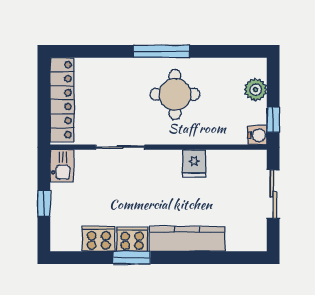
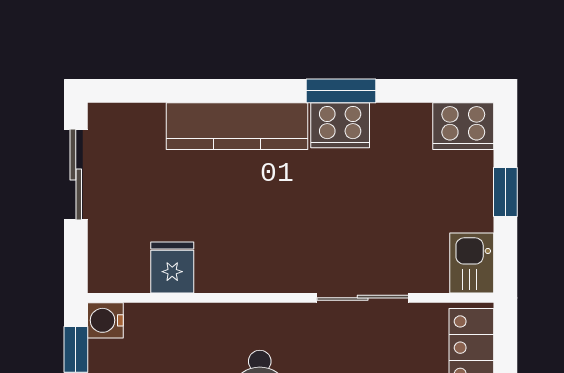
fridge: (194, 163) -> (172, 268), moved
sliding door: (273, 194) -> (76, 174), moved
cooker: (99, 239) -> (463, 126), moved

